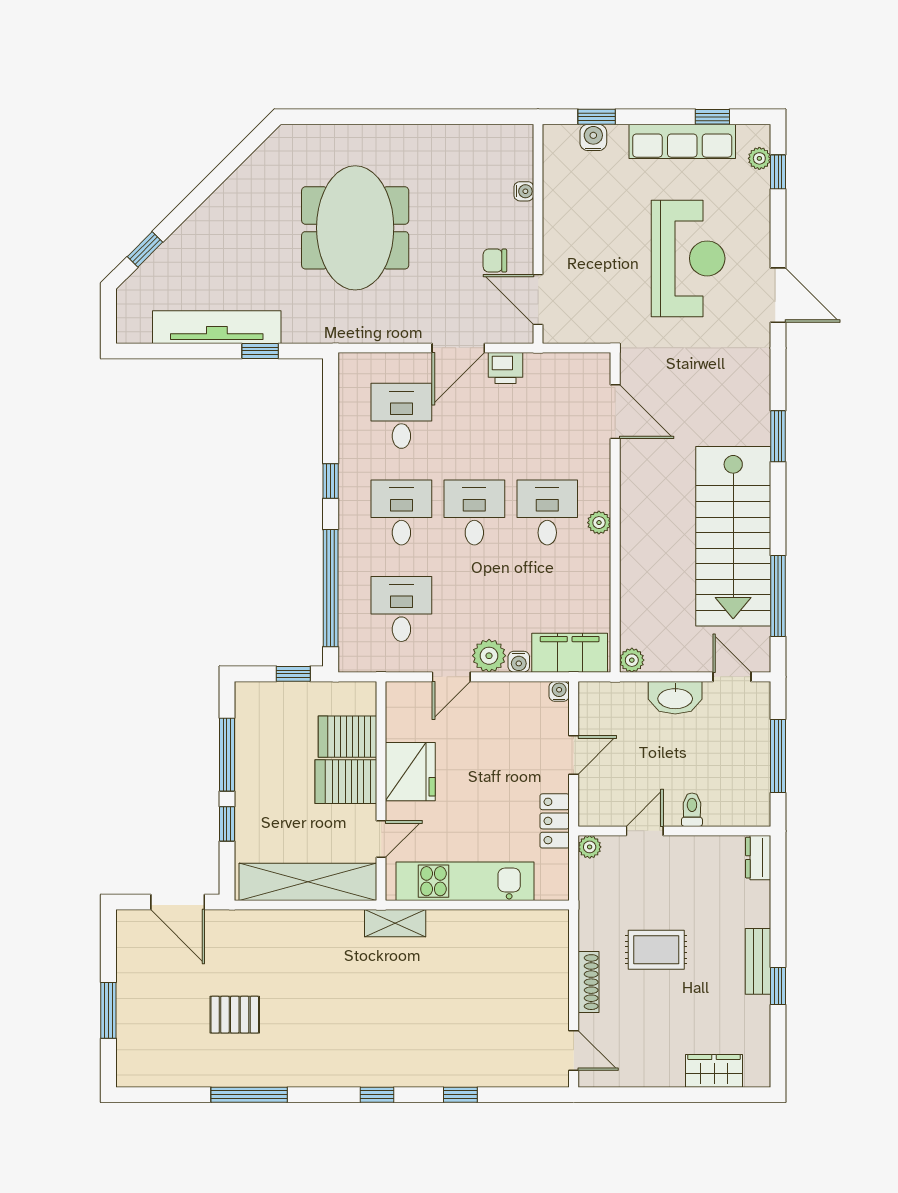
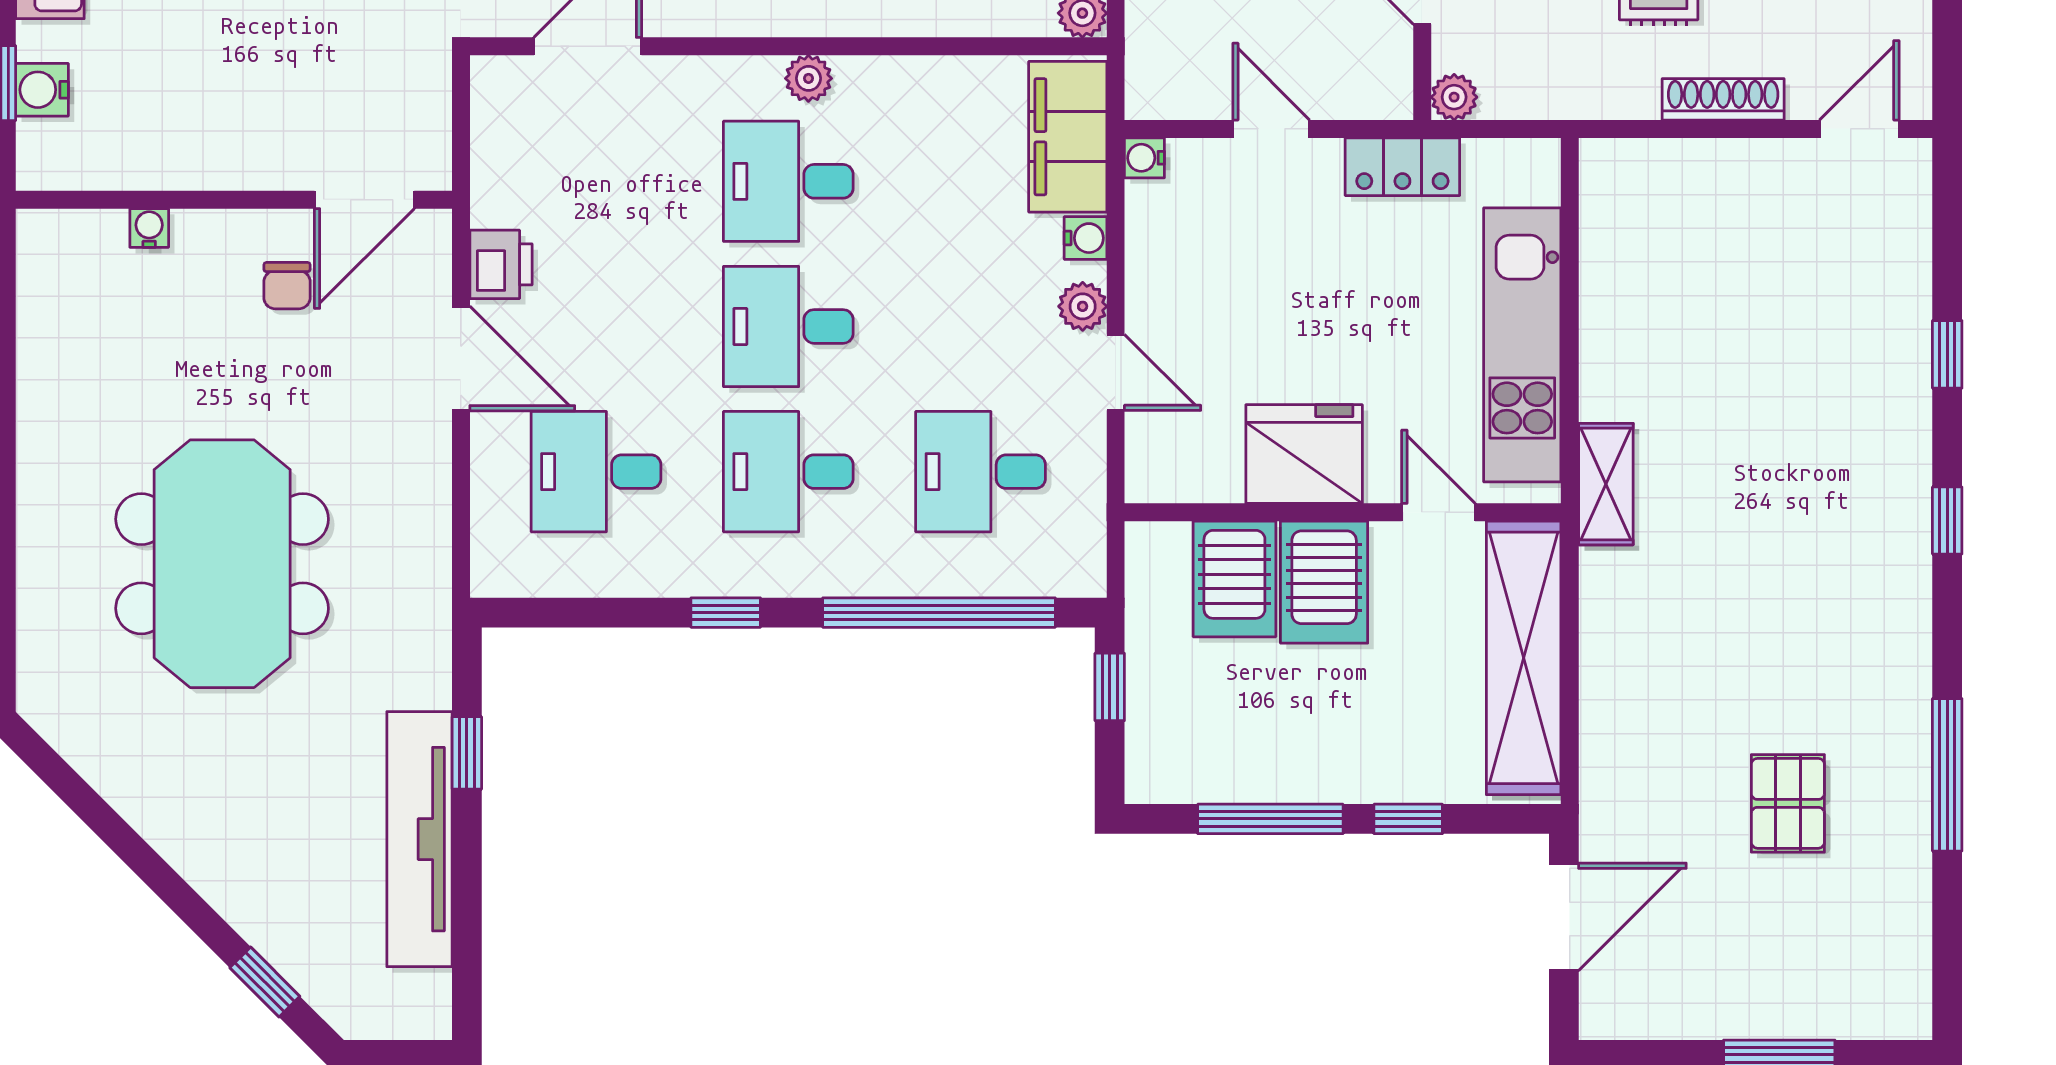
meeting table: (355, 228) -> (222, 564), turned 90
plant: (489, 656) -> (1083, 306), width x0.73, depth x0.73

